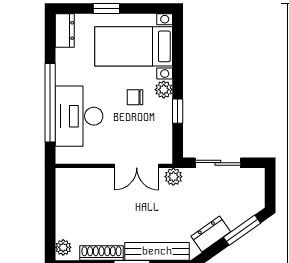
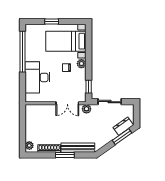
dresser: (65, 30) -> (30, 33), removed
window: (50, 103) -> (22, 52), moved
window: (178, 111) -> (89, 87), moved
dresser: (211, 234) -> (123, 126), moved

